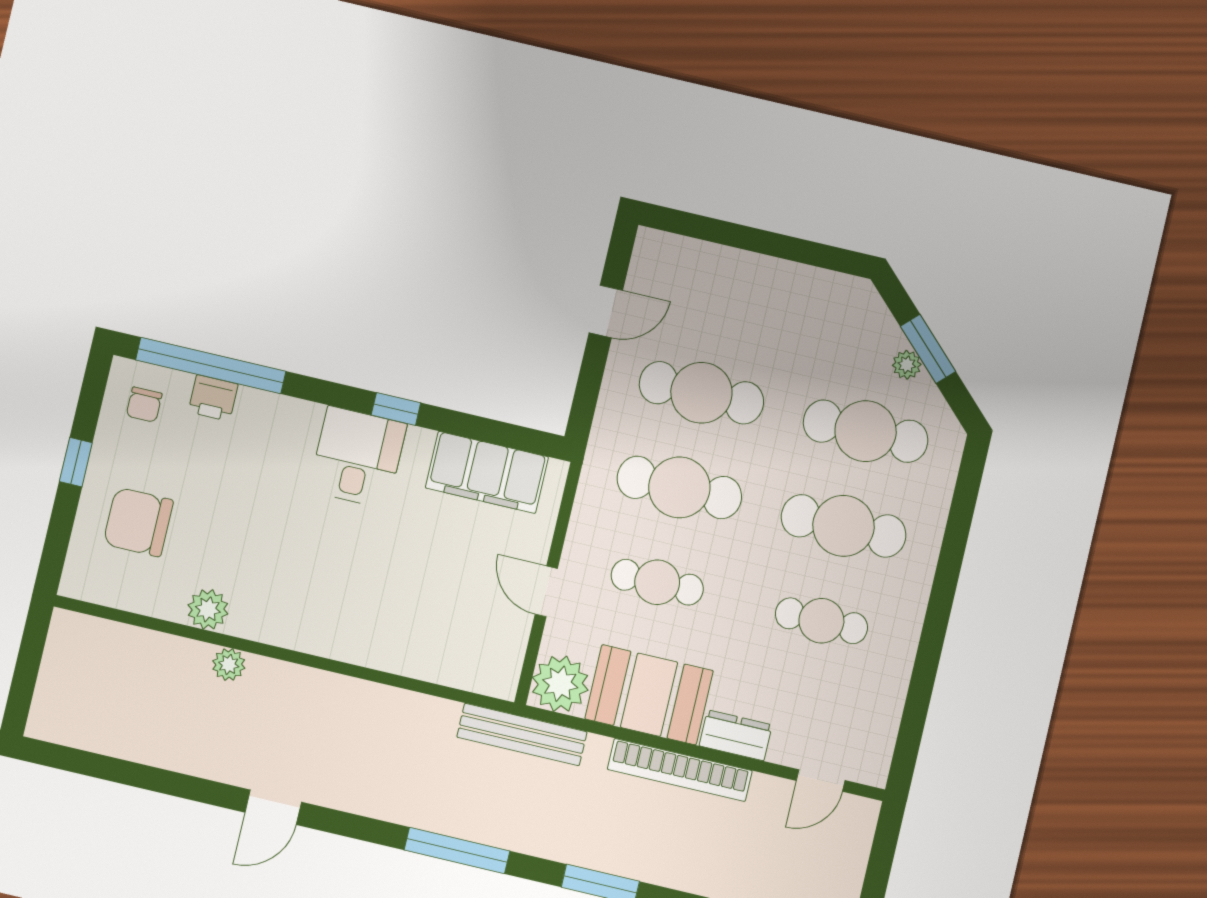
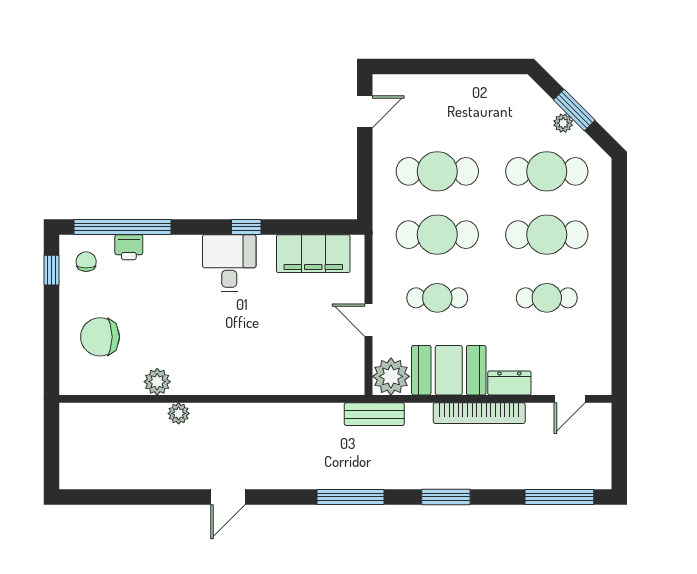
door: (606, 311) -> (365, 112), moved
chair: (144, 405) -> (86, 262), turned 180
window: (76, 462) -> (51, 270), moved
bench: (522, 734) -> (374, 414), width x0.73

